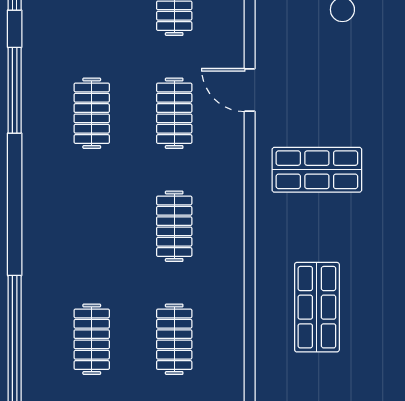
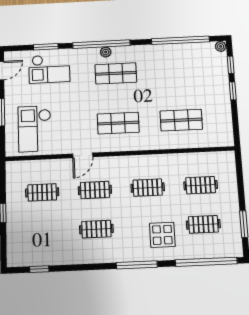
window: (15, 90) -> (137, 265), moved
shop shelf: (317, 170) -> (118, 123), turned 90
display table: (74, 252) -> (162, 235), added

